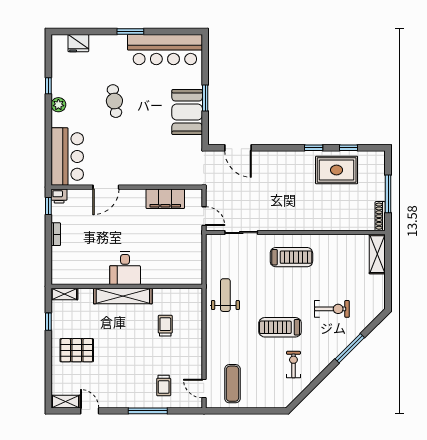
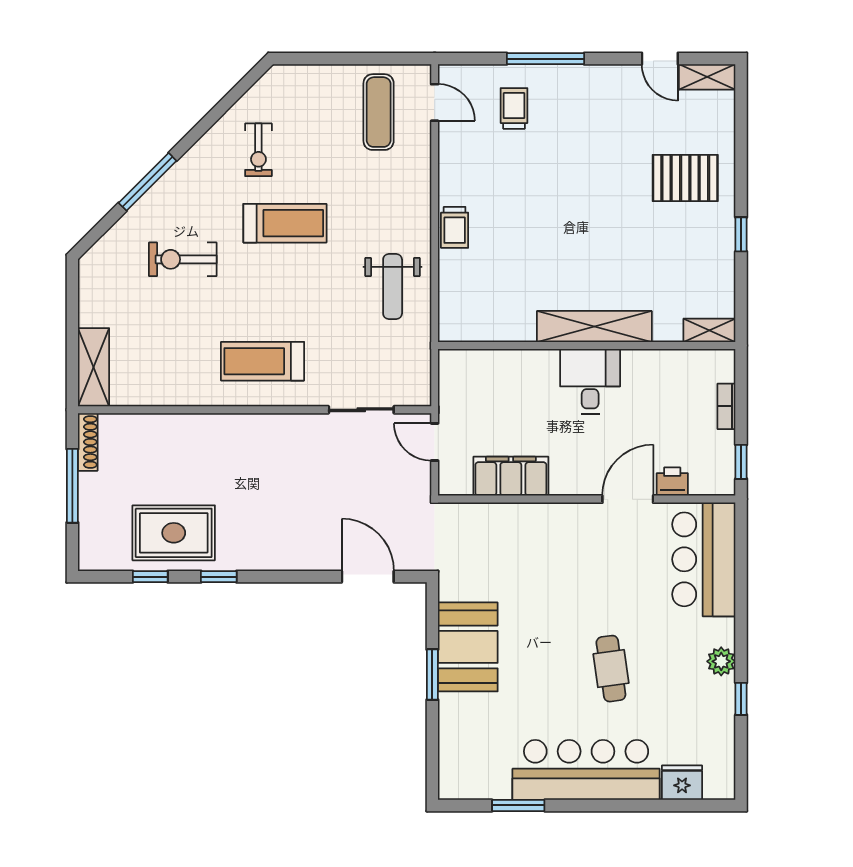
window: (130, 31) -> (518, 805), moved
bar counter: (165, 50) -> (586, 770), moved
printer: (59, 196) -> (672, 482), moved
desk: (125, 268) -> (590, 381), moved
wall: (127, 286) -> (587, 346), moved
shelving: (64, 294) -> (709, 330), moved
shelving: (123, 296) -> (594, 327), moved
trolley: (165, 326) -> (455, 227), moved

